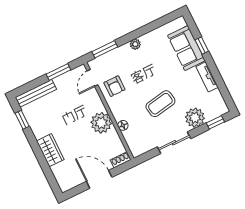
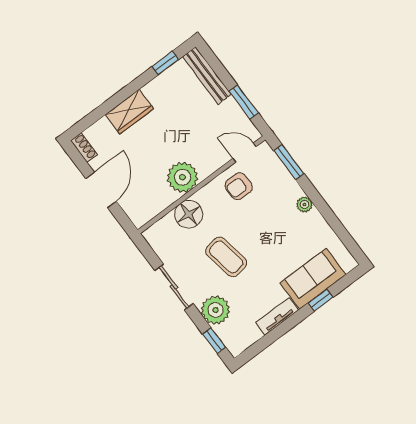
floor lamp: (123, 125) -> (189, 214), width x1.89, depth x1.89
shoe rack: (121, 160) -> (84, 148), moved

